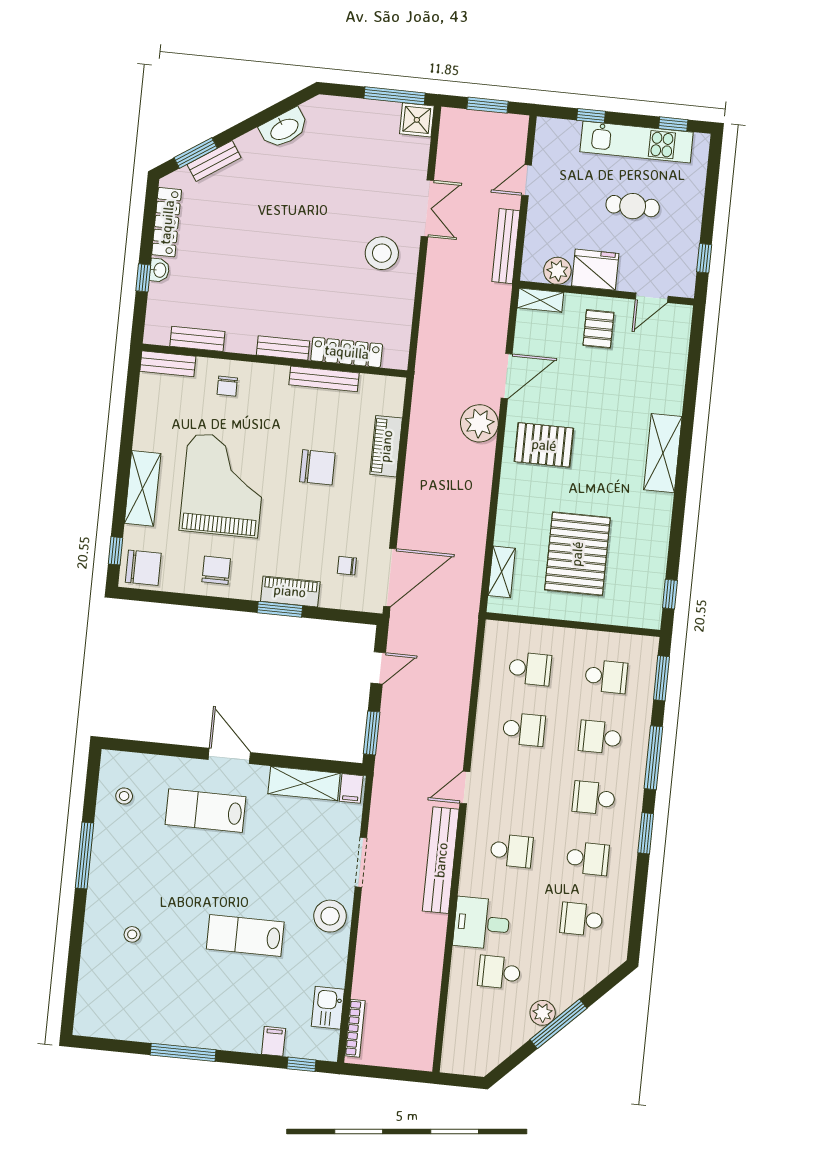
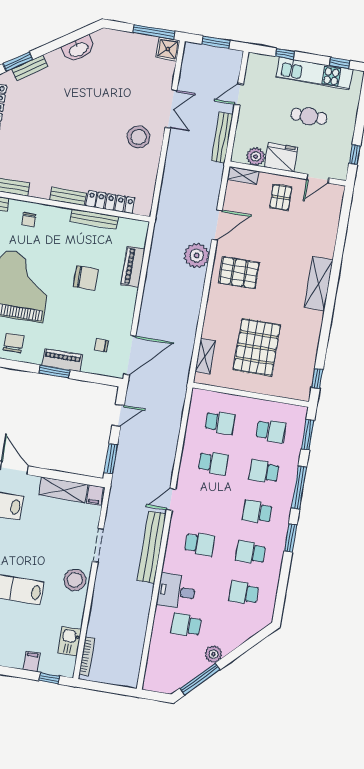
school desk: (588, 859) -> (250, 552), turned 180
window: (558, 1024) -> (200, 679), moved

